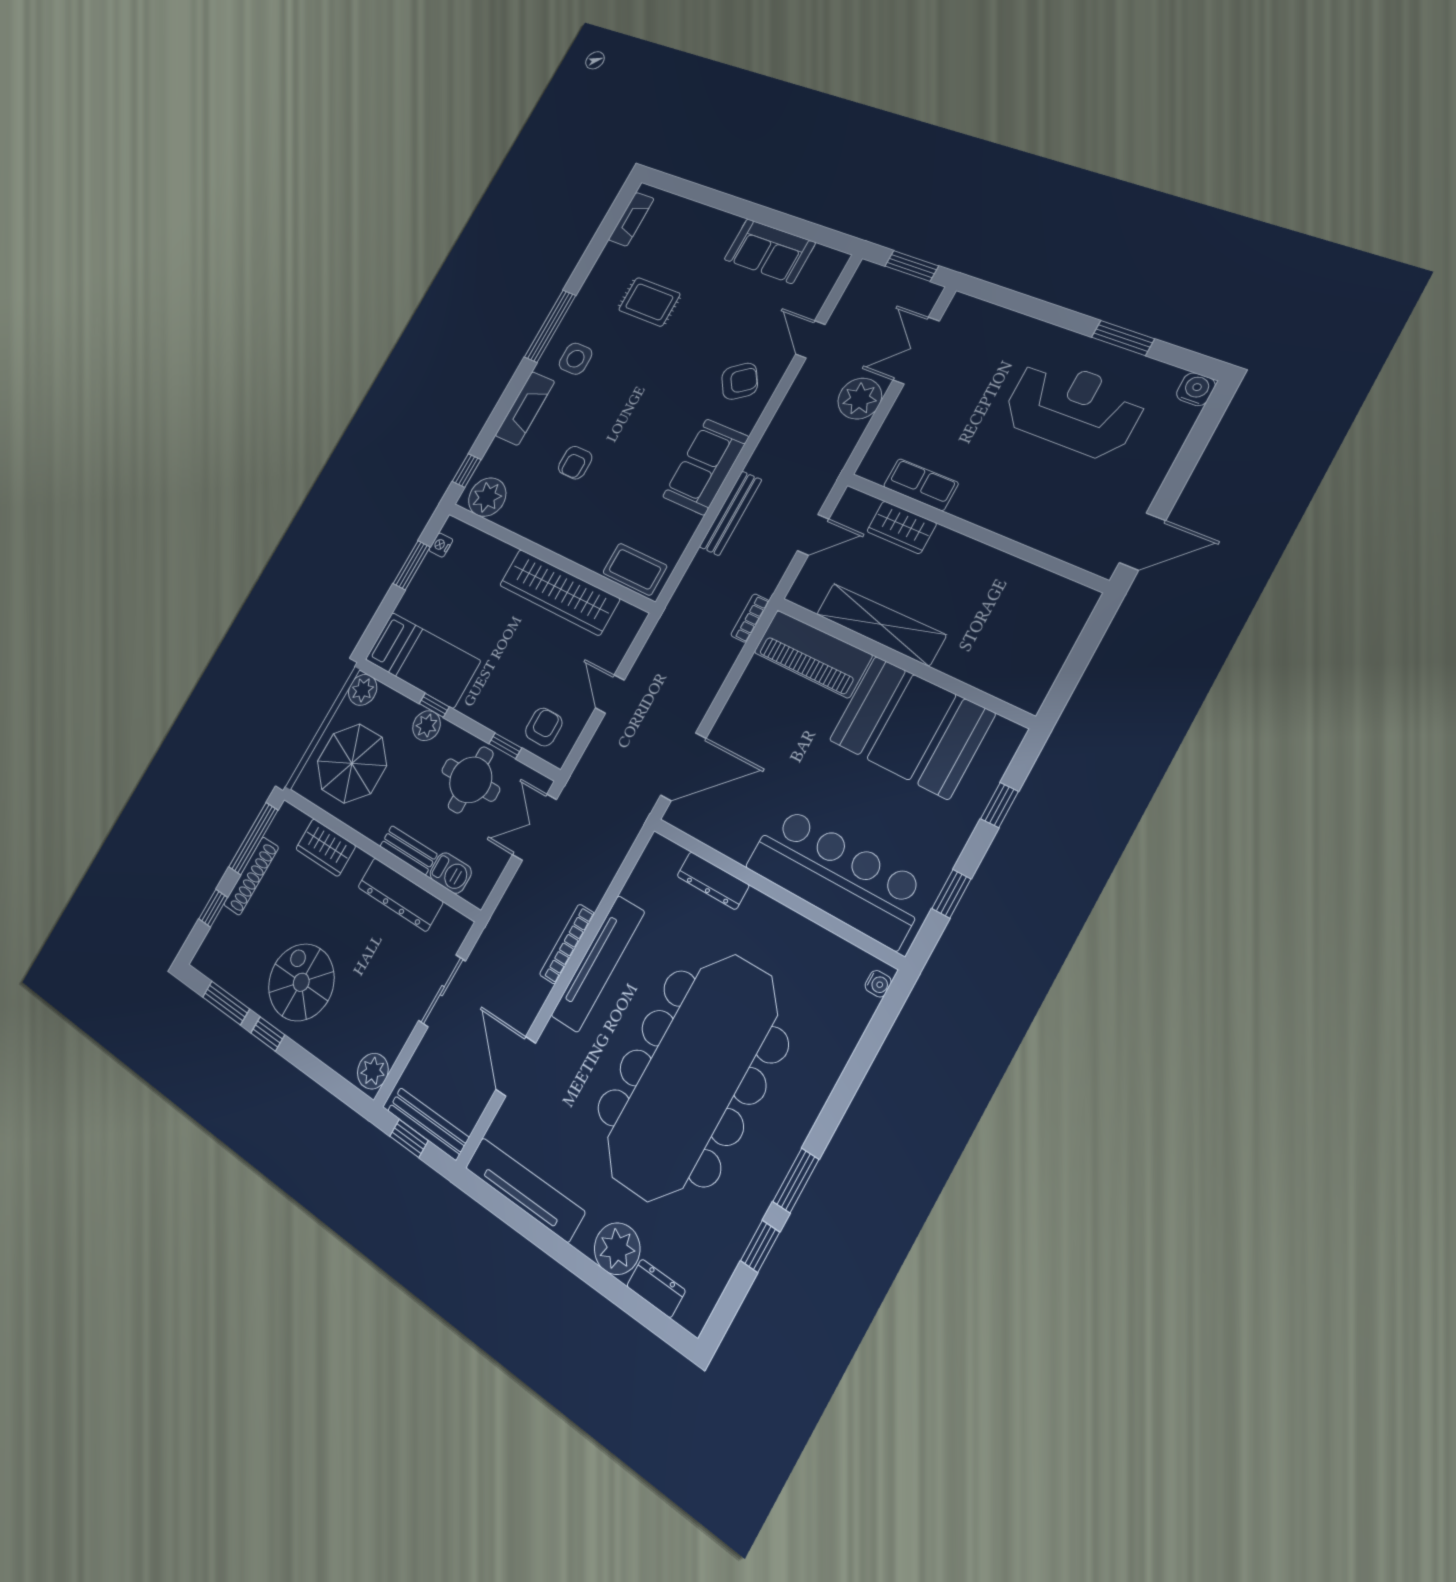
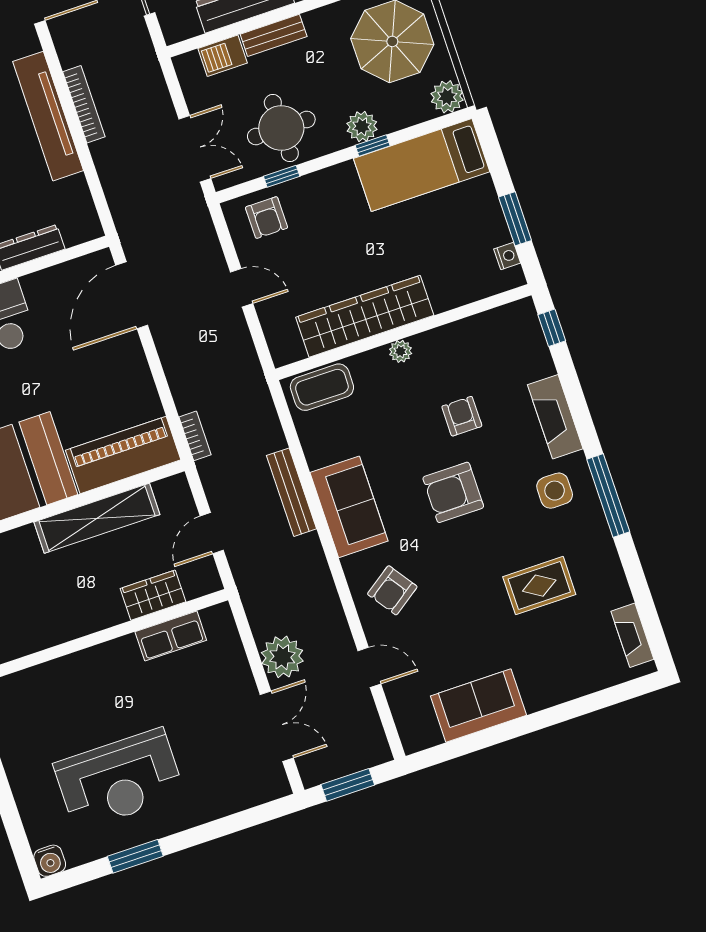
armchair: (633, 415) -> (453, 492), added
plant: (487, 497) -> (401, 351), moved, width x0.53, depth x0.53

